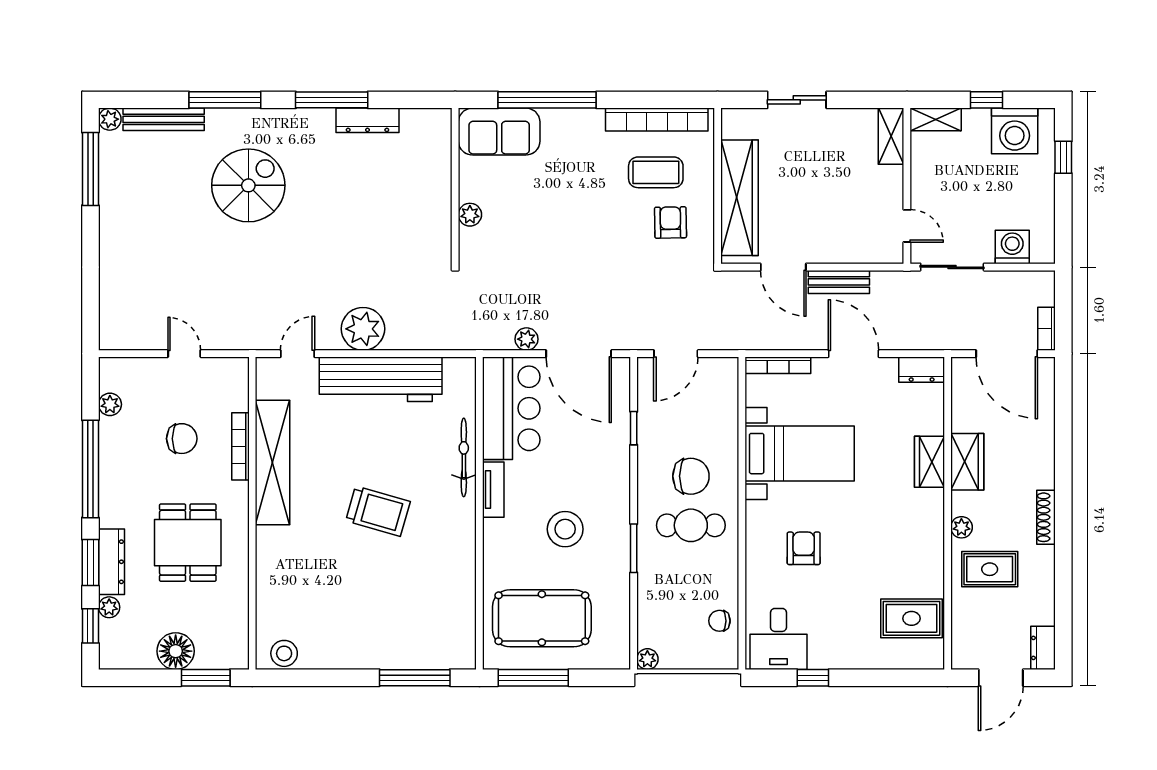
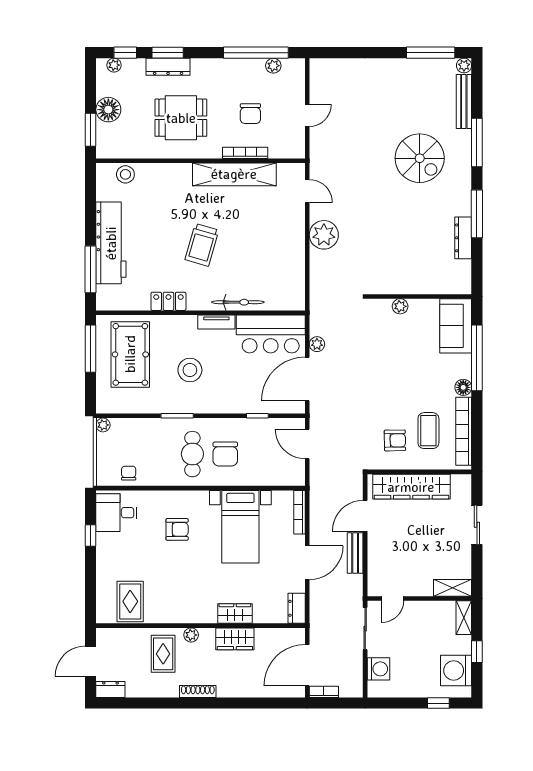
floor lamp: (591, 120) -> (463, 387), added
workbench: (381, 379) -> (111, 243), moved, turned 180
window: (90, 469) -> (256, 53), moved
locker: (462, 561) -> (168, 301), added
plant: (109, 607) -> (114, 65), moved
stool: (284, 653) -> (125, 174), moved
door: (1001, 678) -> (91, 661), hinge flipped

